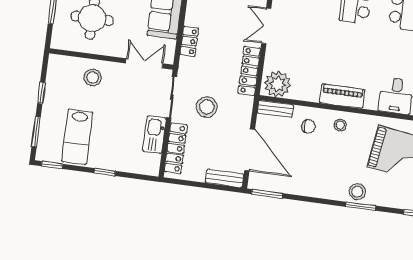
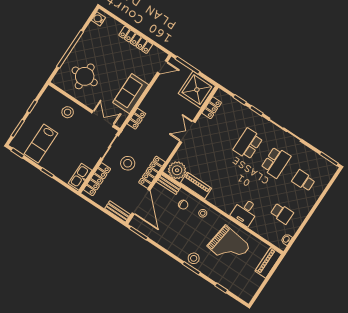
locker: (249, 71) -> (152, 172), moved
piano: (342, 96) -> (196, 186), moved
kitchen sink: (154, 135) -> (80, 177), moved

